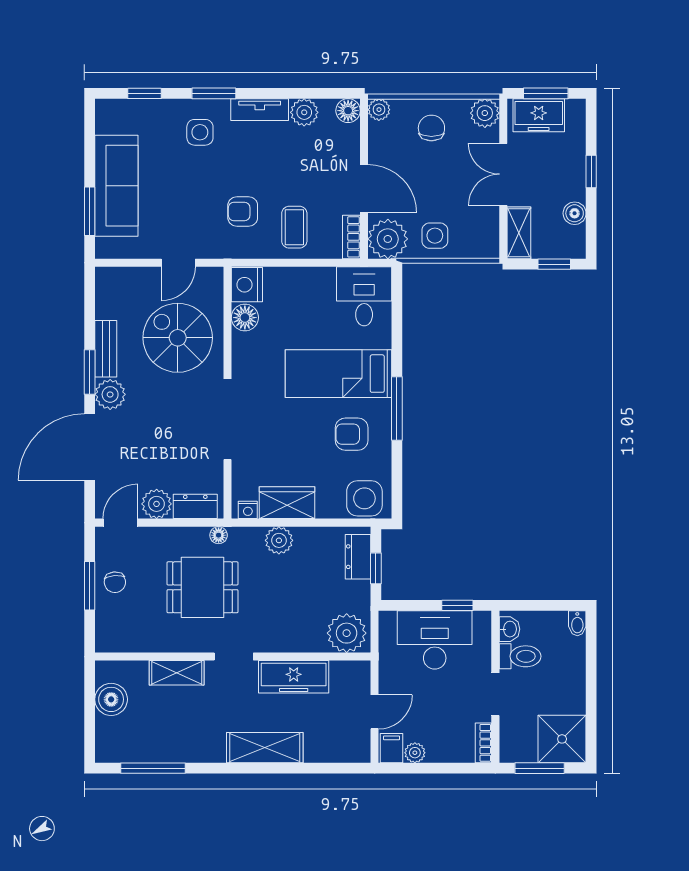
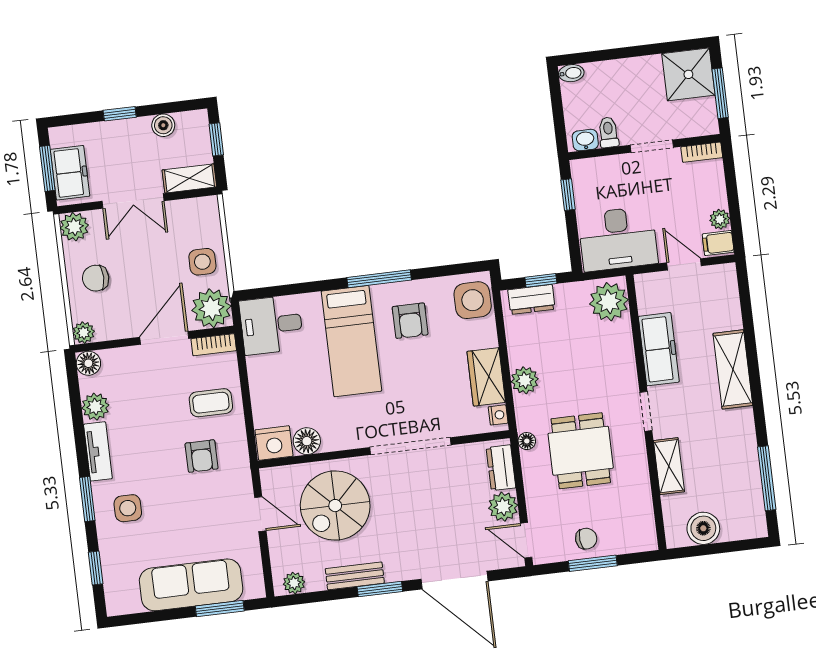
plant: (110, 394) -> (294, 583), moved, width x0.73, depth x0.73
desk: (435, 640) -> (618, 239), moved, turned -90
toilet: (520, 656) -> (608, 132), width x0.73, depth x0.72

